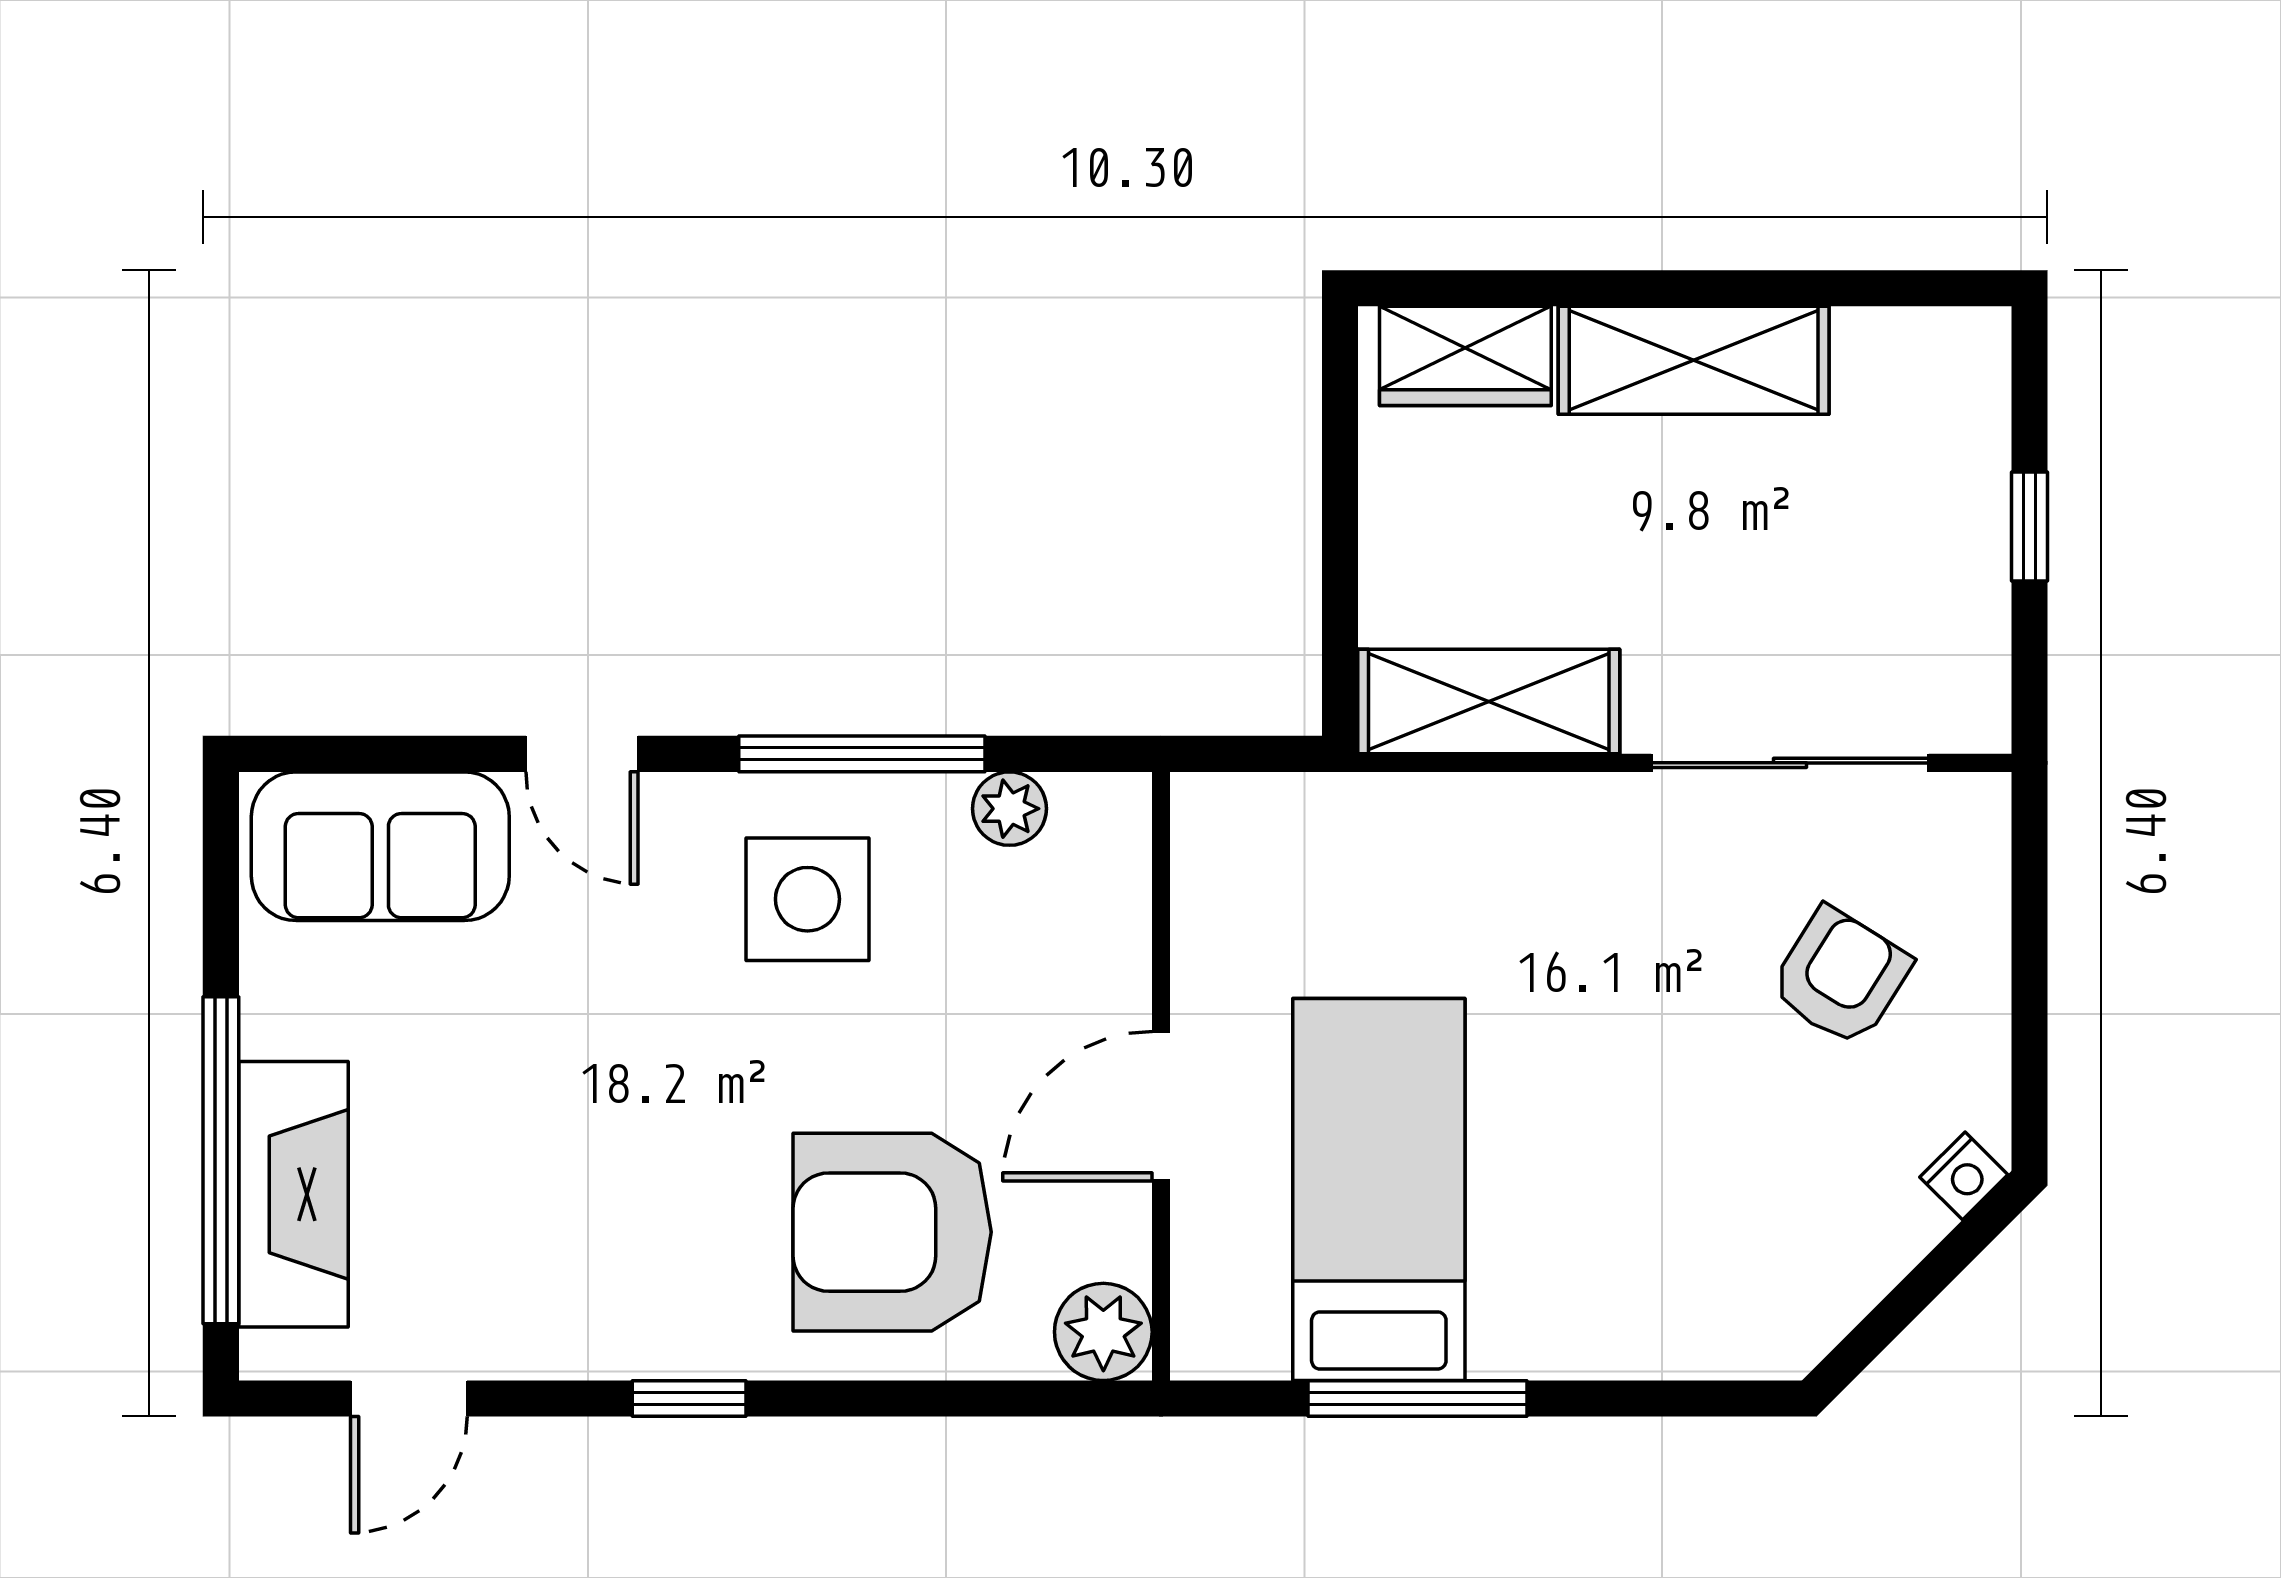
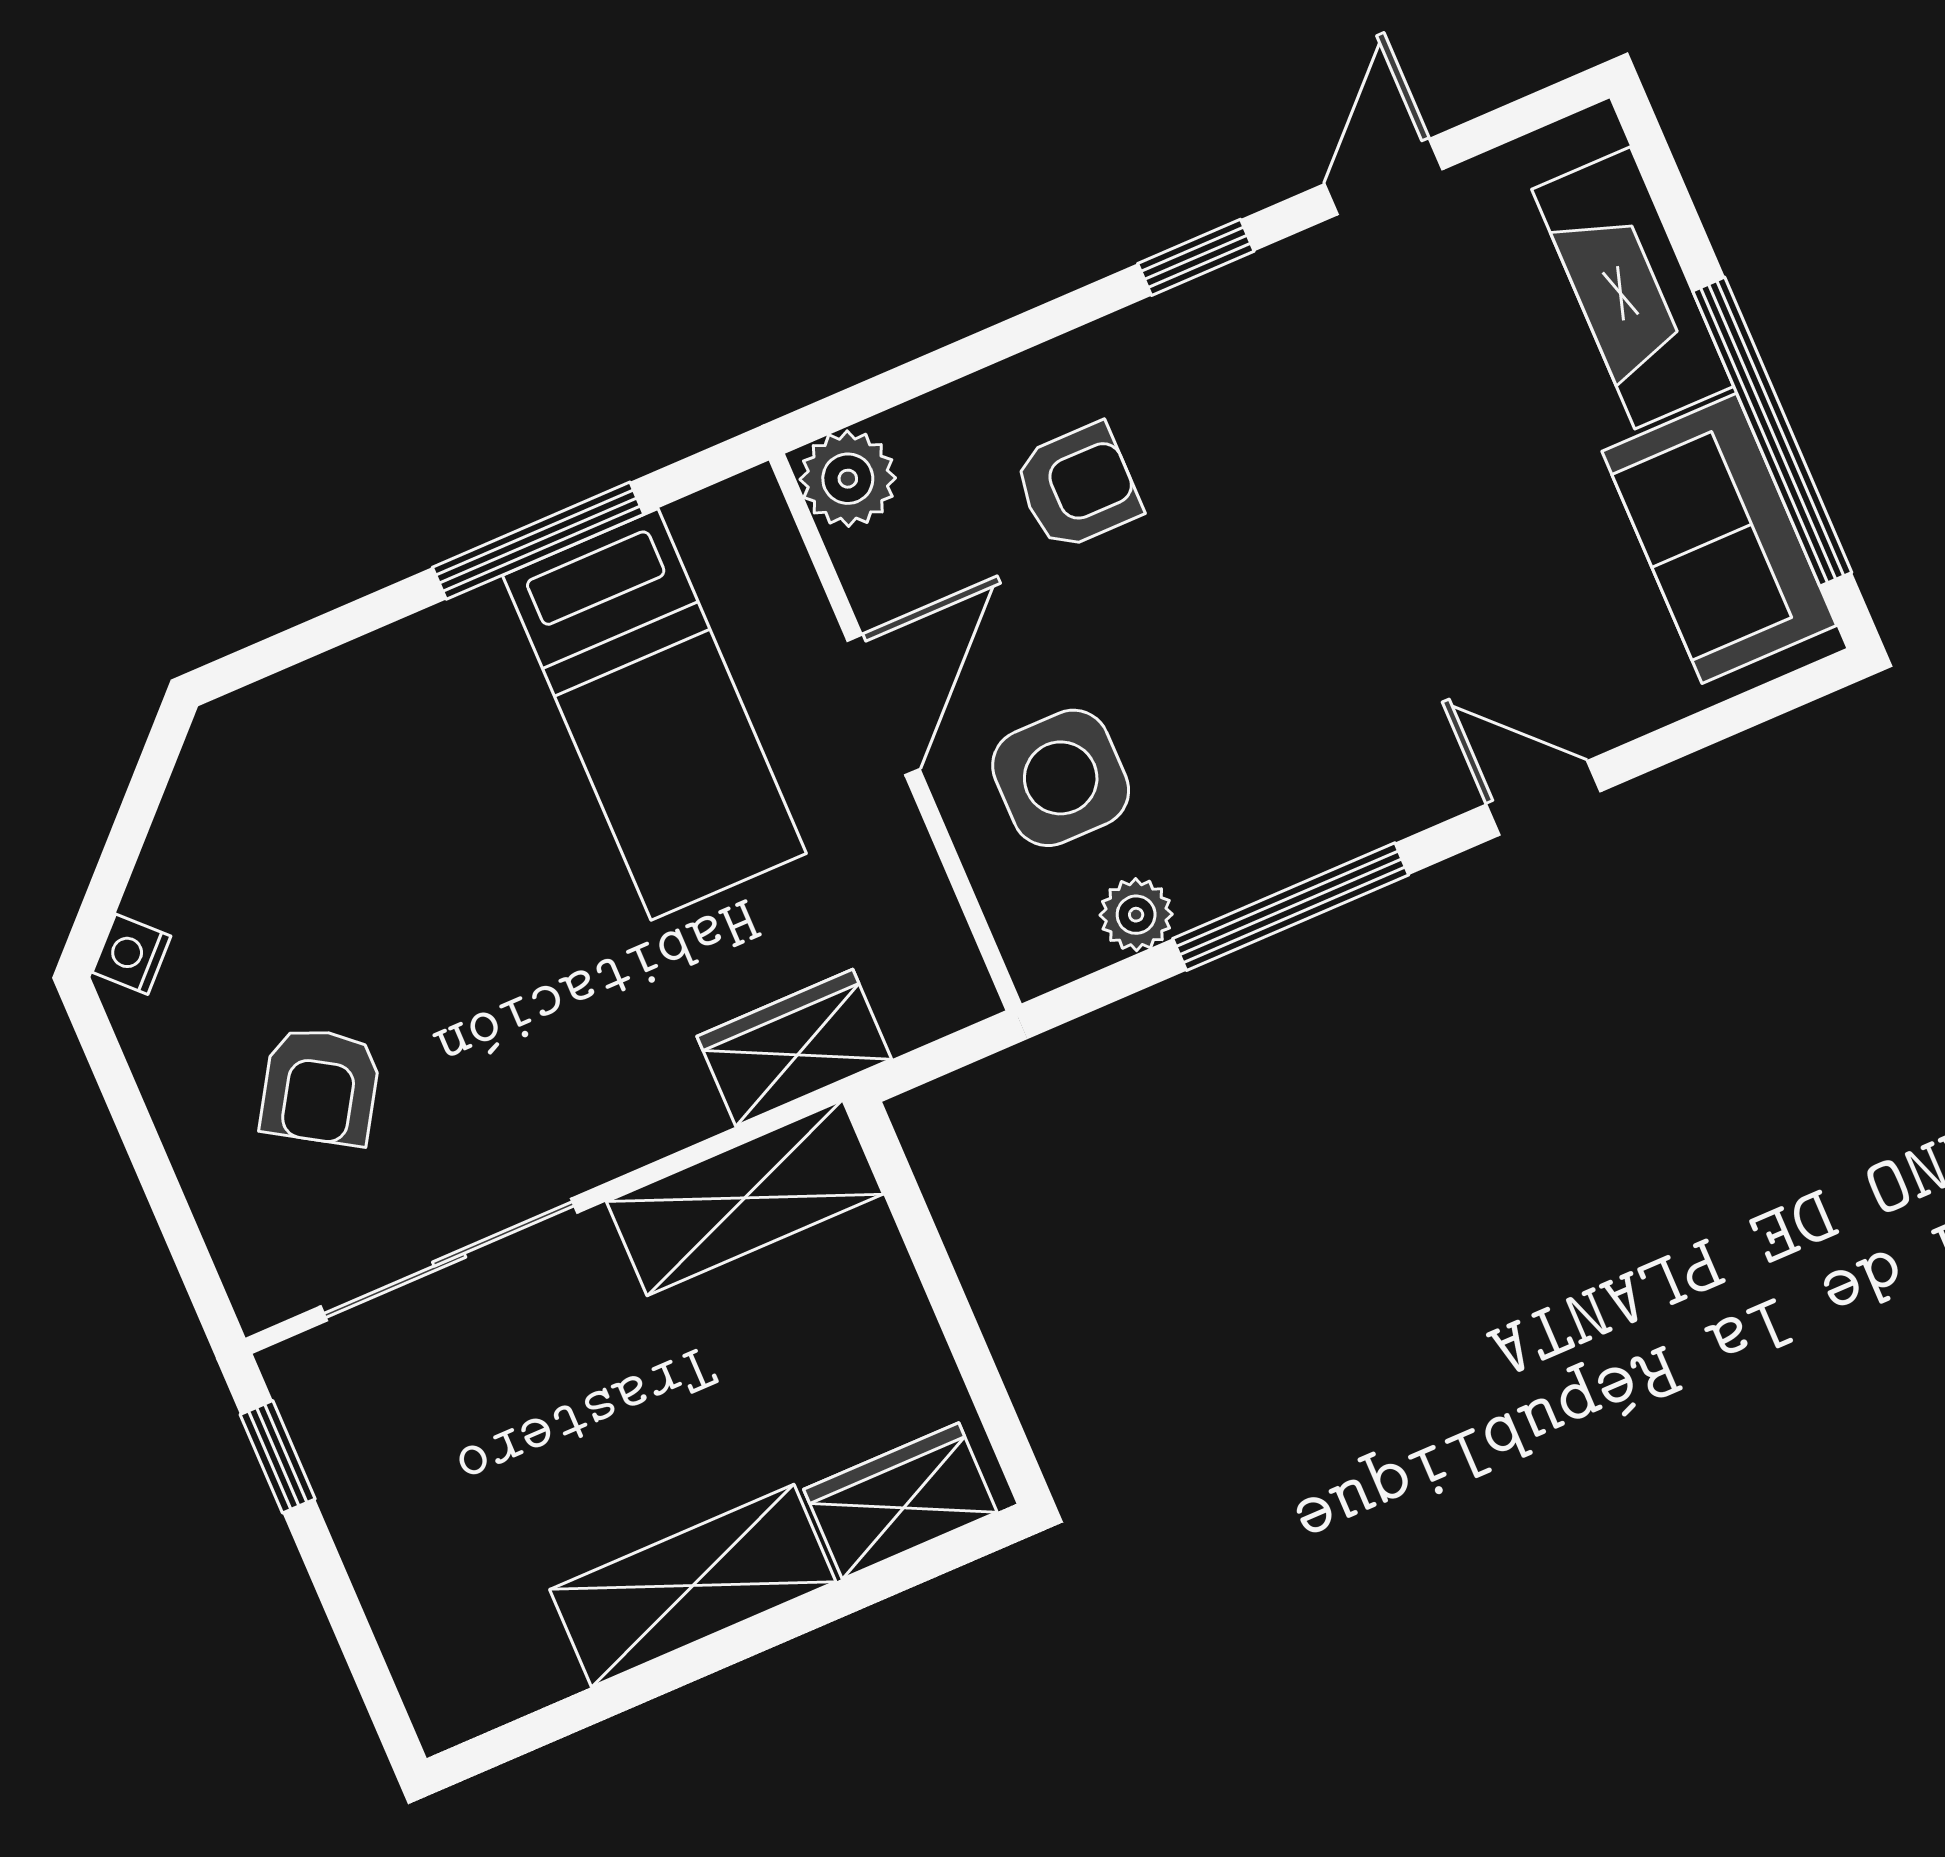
window: (2030, 527) -> (278, 1457), moved
wardrobe: (1382, 822) -> (794, 1048), added
sofa: (380, 846) -> (1719, 538), moved, turned -90
side table: (807, 899) -> (1061, 778), moved
window: (221, 1160) -> (1772, 432), moved
armchair: (892, 1232) -> (1077, 487), width x0.53, depth x0.53
door: (409, 1399) -> (1384, 177), moved

